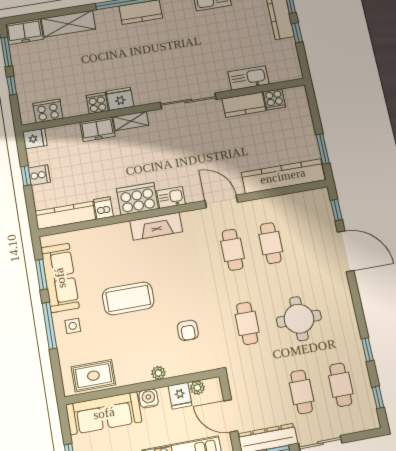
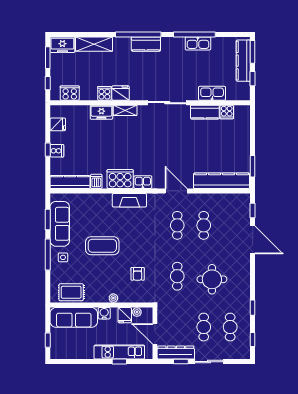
kitchen sink: (249, 78) -> (212, 93), moved
fridge: (120, 99) -> (121, 93), moved
cooker: (274, 99) -> (227, 112), moved
sliding door: (188, 101) -> (167, 103), moved
cooker: (97, 103) -> (104, 93), moved
wall: (164, 105) -> (150, 103), moved
kitchen counter: (244, 105) -> (205, 112), moved
cooker: (48, 111) -> (70, 93), moved
shelving: (131, 121) -> (125, 110), moved
freezer: (97, 129) -> (101, 112), moved

